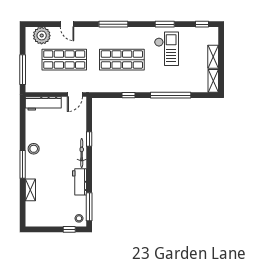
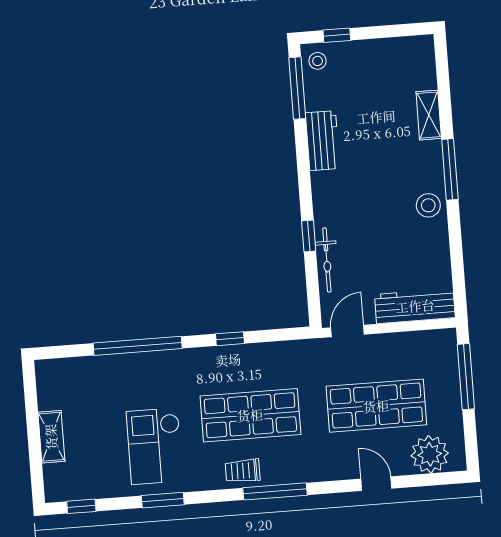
trolley: (127, 35) -> (243, 471), added
shelving: (213, 81) -> (47, 384), removed
bicycle: (82, 153) -> (327, 260), moved

